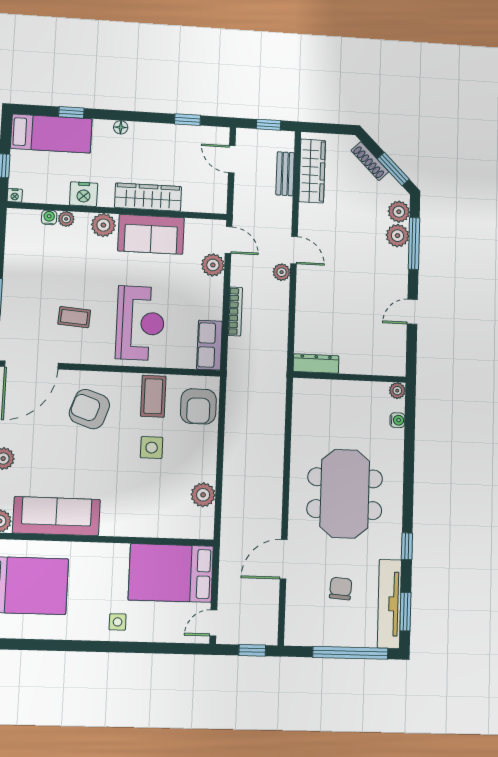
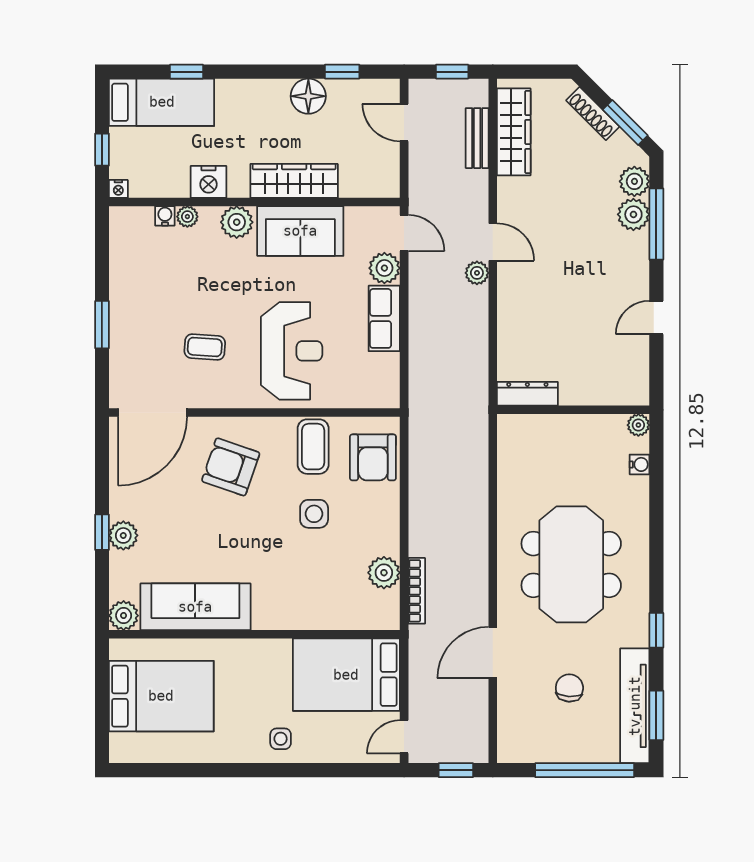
floor lamp: (121, 127) -> (308, 96), moved, width x1.89, depth x1.89
bookcase: (235, 311) -> (417, 591), moved
row of seats: (209, 345) -> (384, 318), moved

